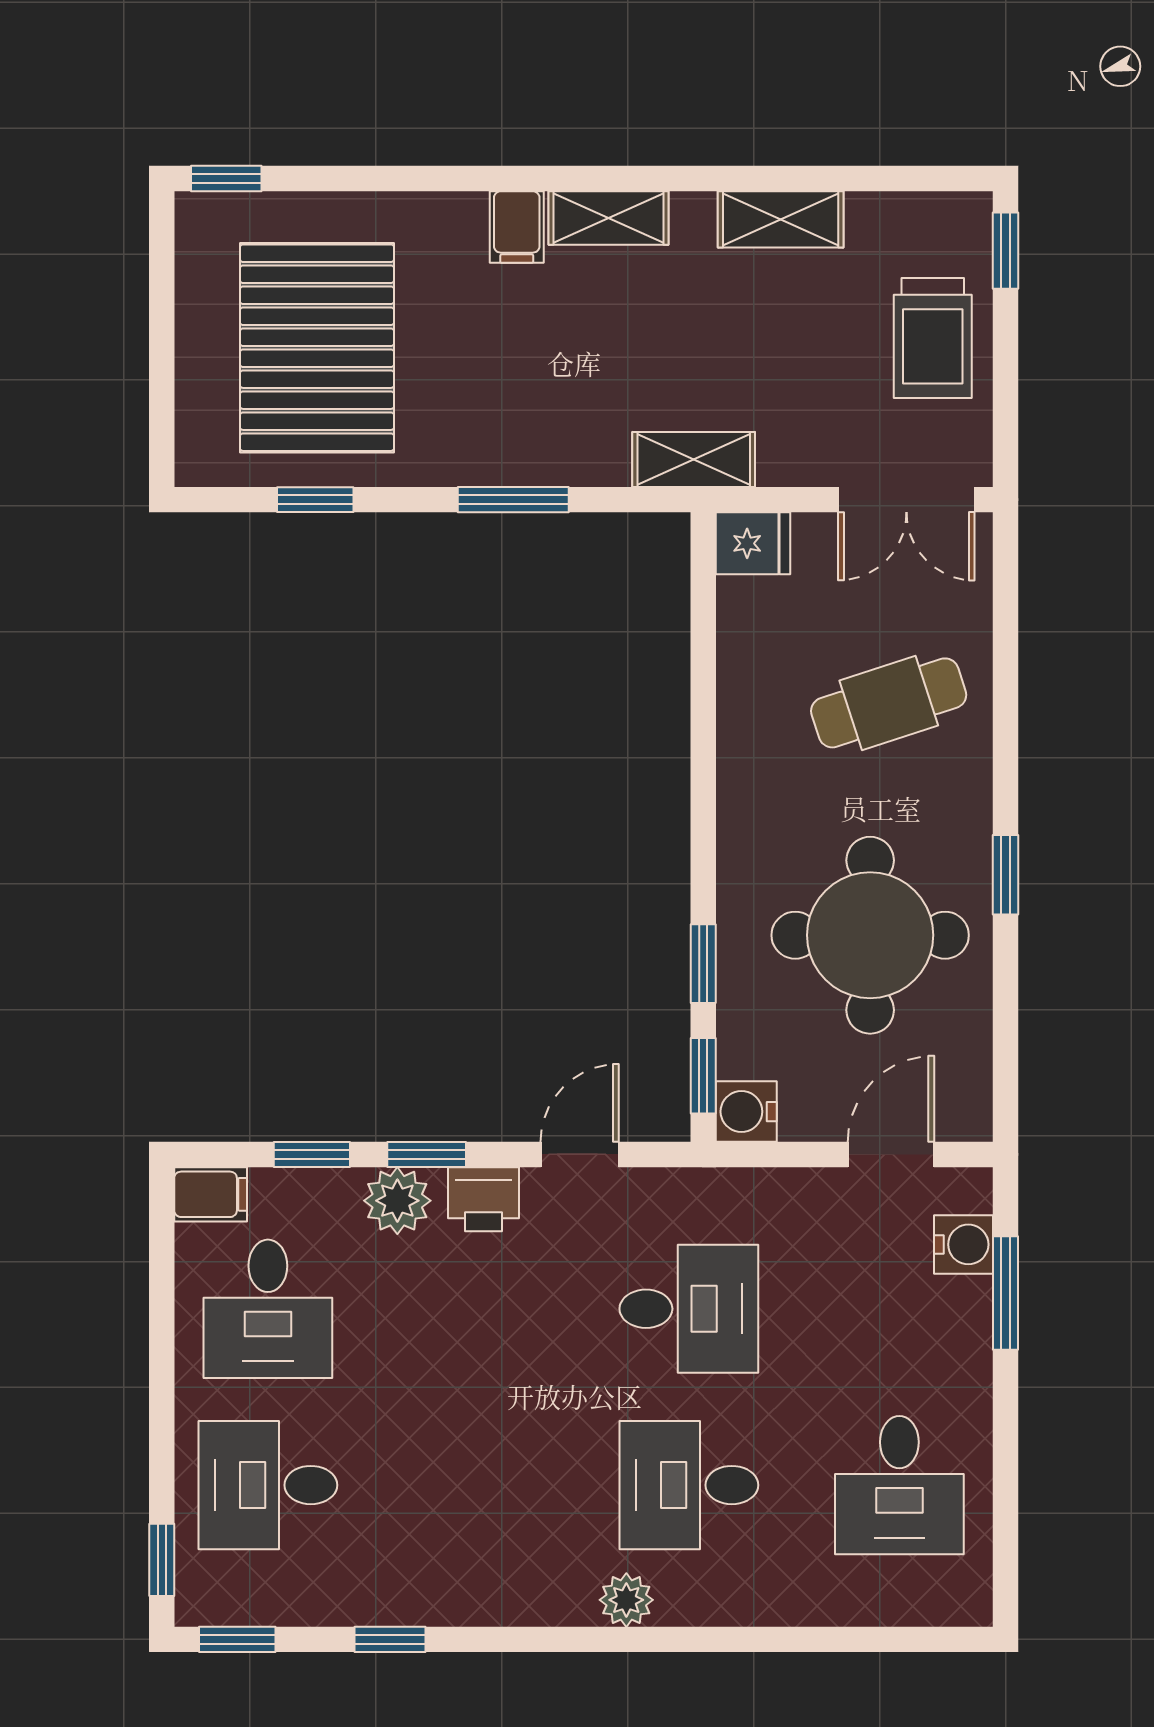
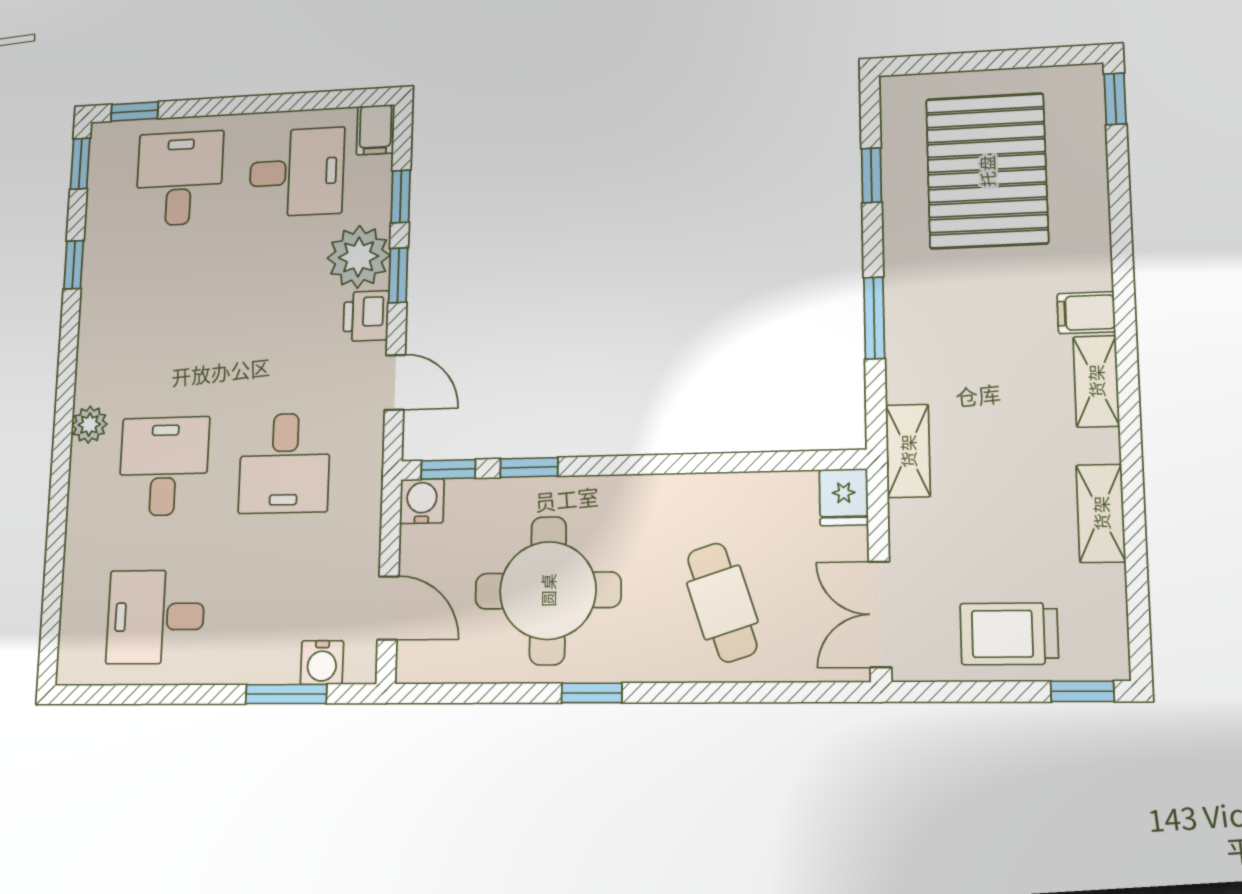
pallet: (317, 348) -> (987, 171), turned 90
plant: (397, 1201) -> (359, 257), width x1.36, depth x1.36
desk: (268, 1309) -> (297, 172), turned 180

